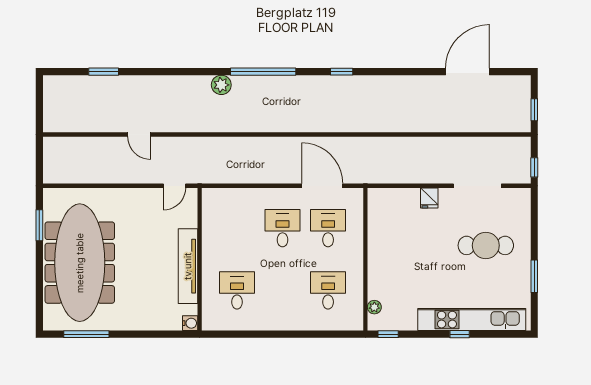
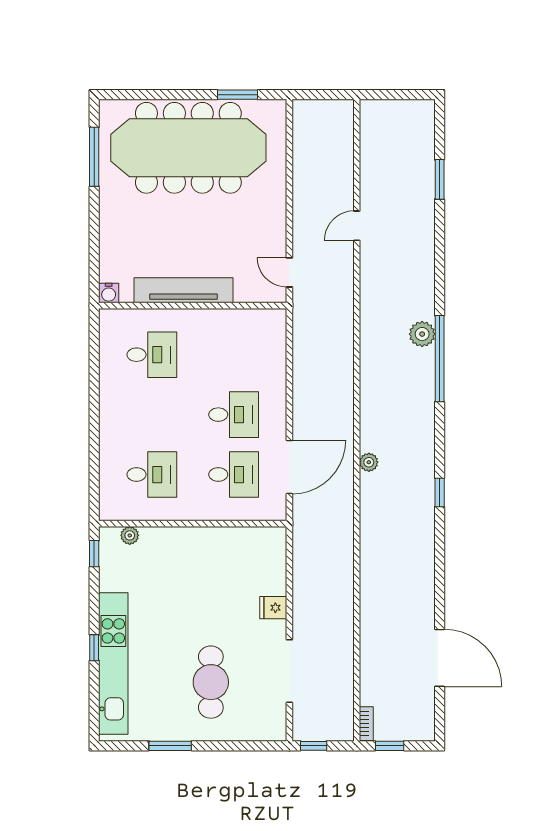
window: (263, 72) -> (440, 359), moved
plant: (319, 125) -> (369, 462), added
bookcase: (517, 127) -> (366, 724), added

